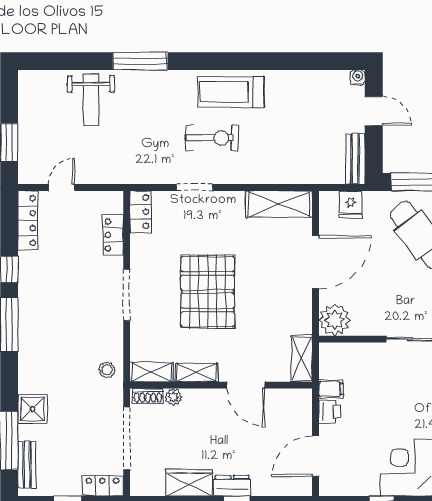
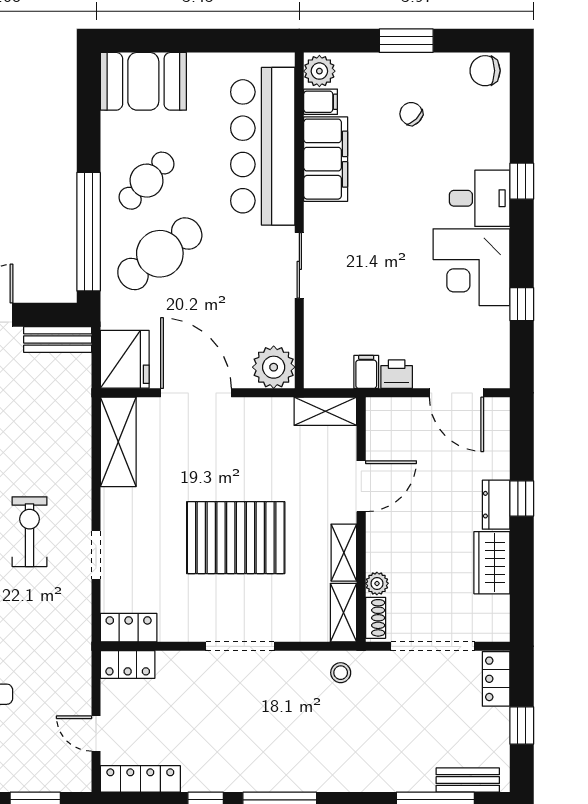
fridge: (351, 204) -> (125, 359), width x1.88, depth x1.34
locker: (113, 235) -> (128, 664), moved
shower: (33, 409) -> (393, 773), removed

